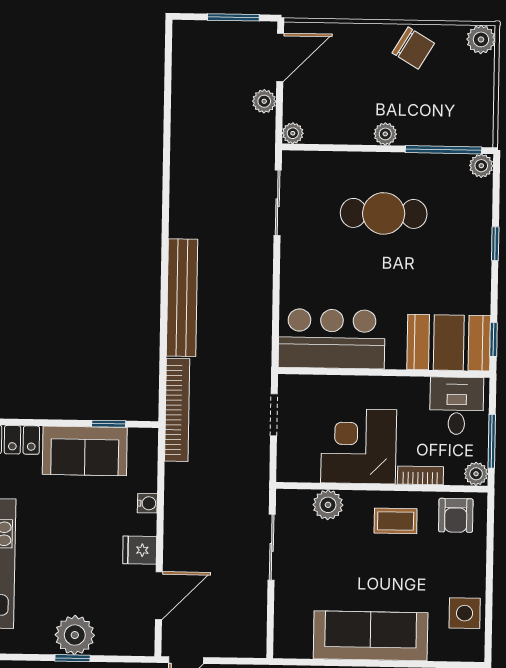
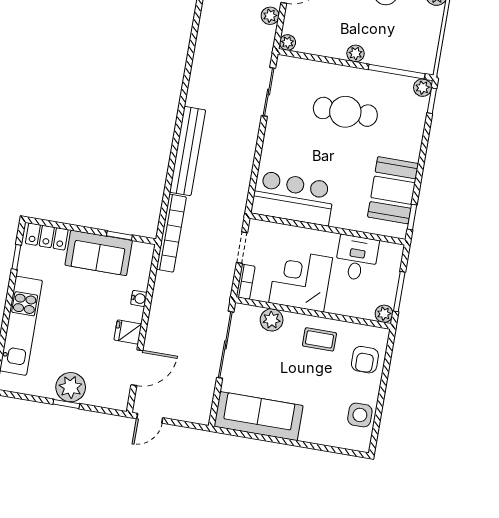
window: (495, 244) -> (432, 101), moved
booth: (449, 343) -> (393, 190), moved, turned 90
desk: (457, 406) -> (357, 258), moved
bookcase: (420, 475) -> (246, 282), moved, turned 90
armchair: (456, 515) -> (365, 360), moved
sliding door: (272, 547) -> (225, 345), width x1.37
sofa: (371, 636) -> (259, 416), moved

